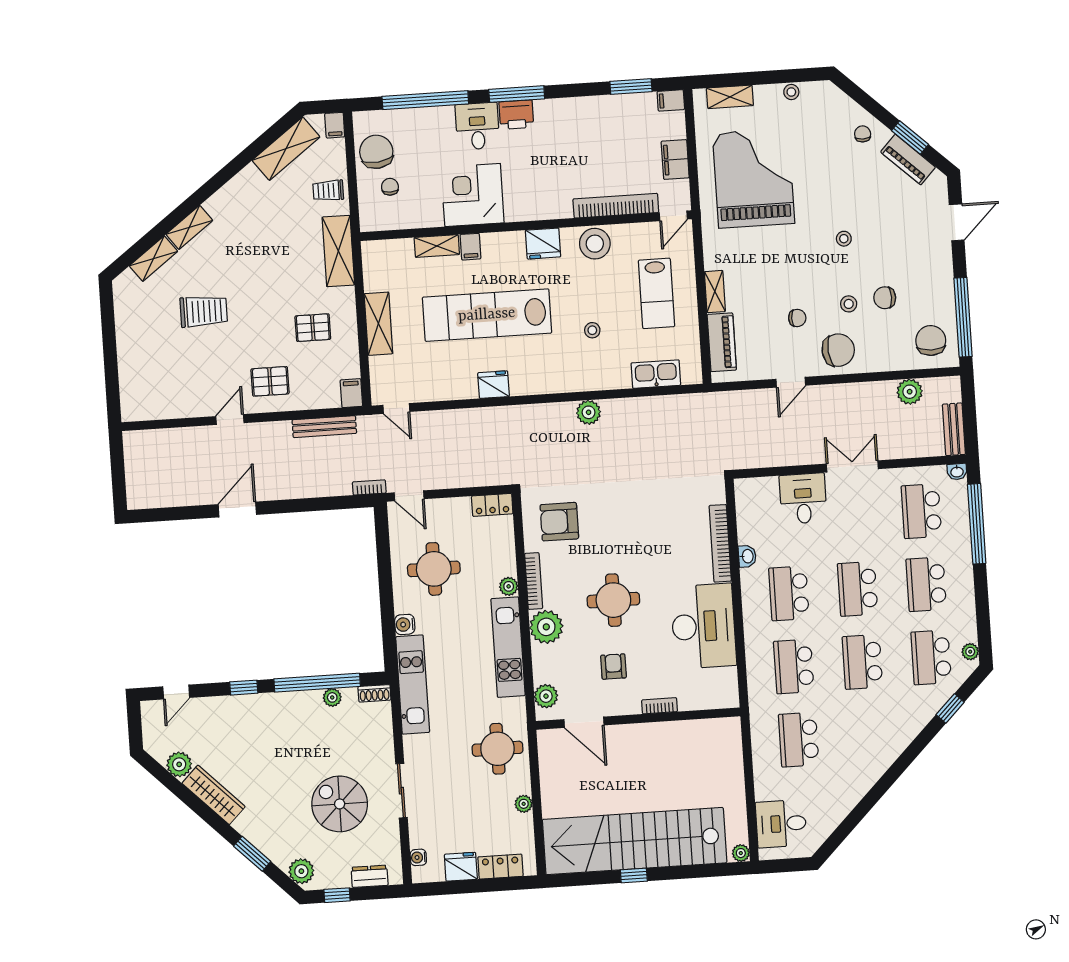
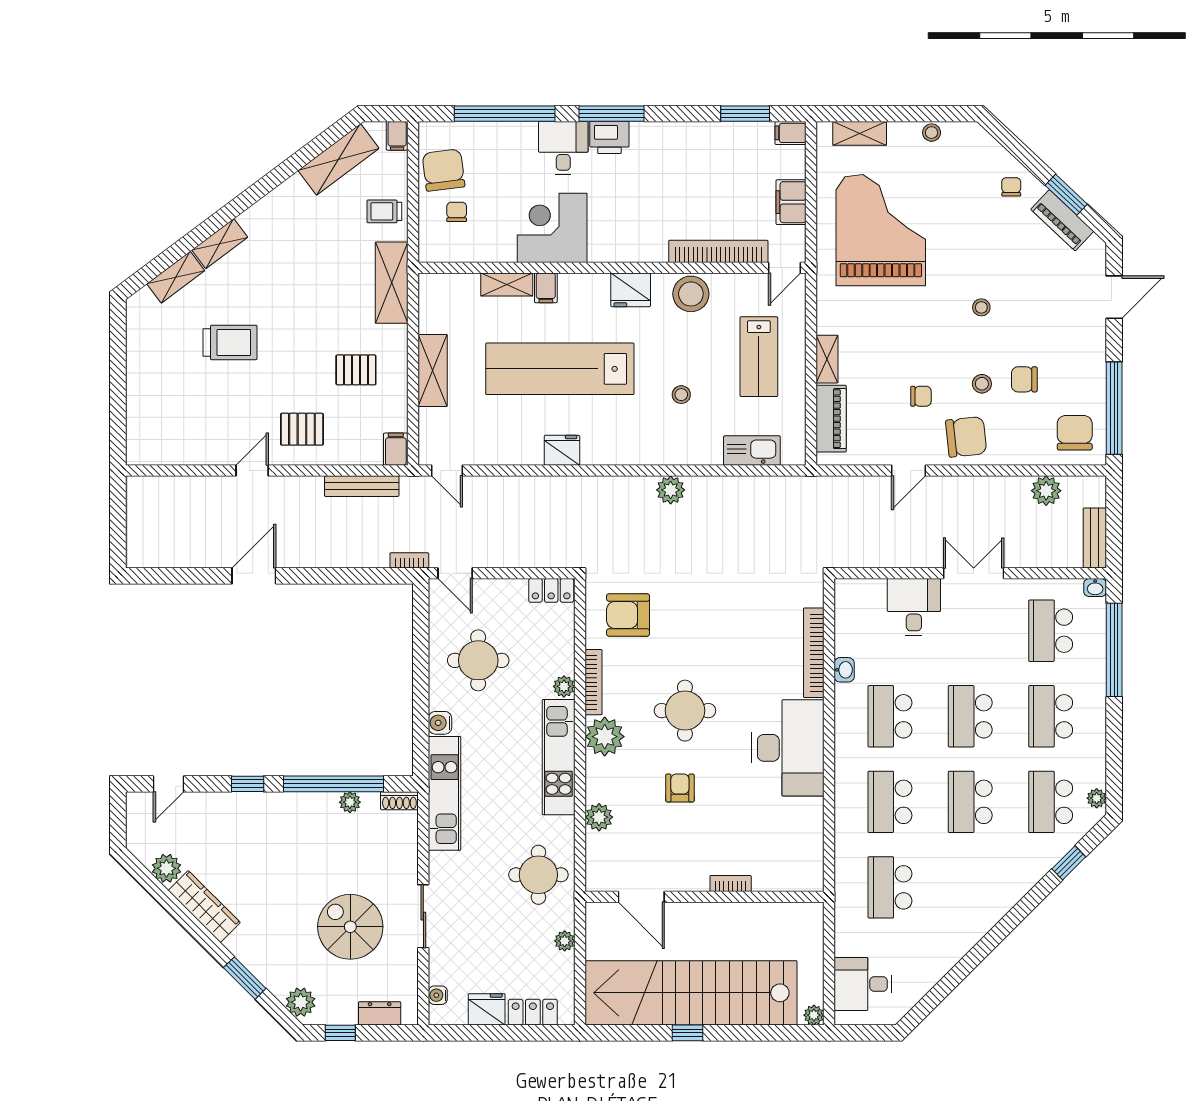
bookcase: (660, 706) -> (731, 884), moved
wall: (638, 719) -> (705, 897), moved
door: (584, 722) -> (641, 897), moved

